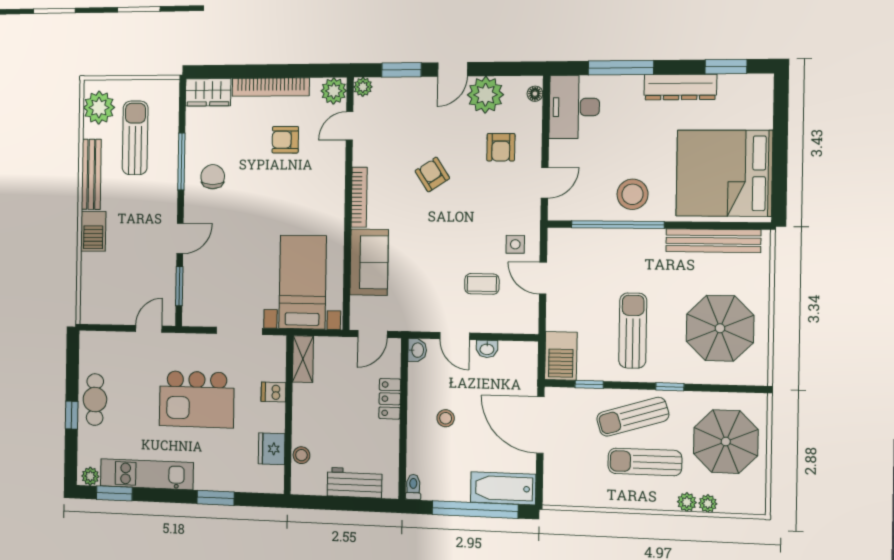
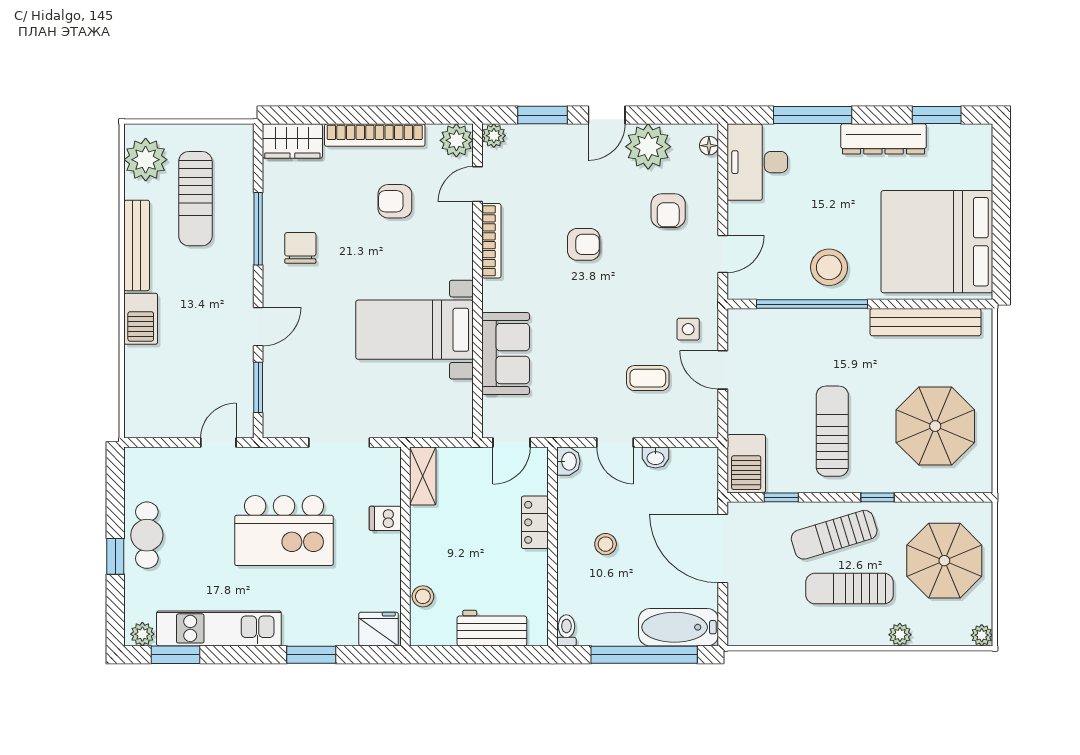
sun lounger: (135, 138) -> (195, 199), turned 180
armchair: (432, 175) -> (584, 244), turned 123
bookcase: (359, 197) -> (491, 241), moved
bed with nightstands: (303, 282) -> (415, 330), moved, turned -90
fridge: (272, 449) -> (379, 629), moved, turned 90
plant: (708, 504) -> (982, 635), moved

